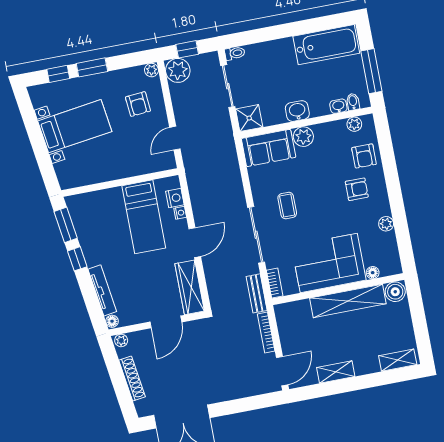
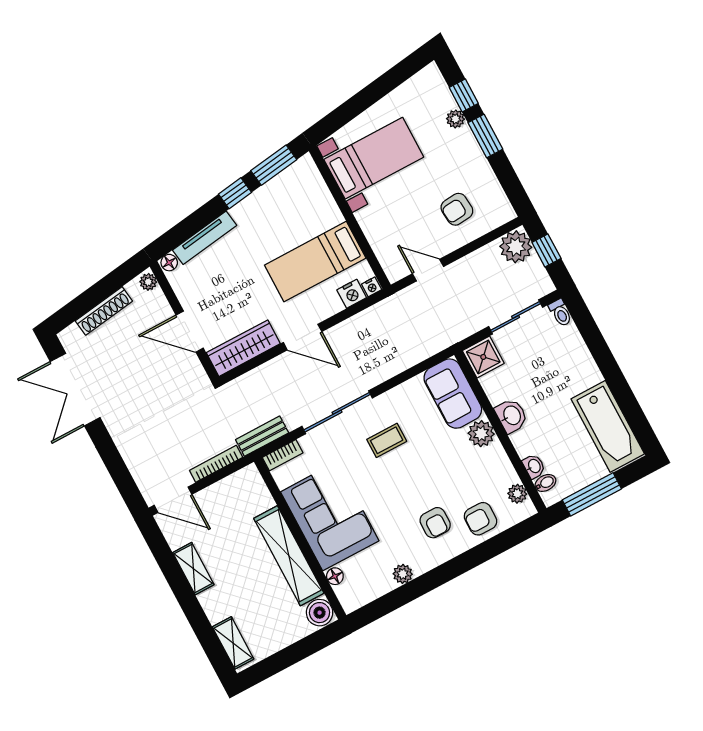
plant: (151, 70) -> (455, 119), moved
bed with nightstands: (75, 126) -> (374, 158), moved, turned -82
nightstand: (180, 213) -> (372, 287), moved

